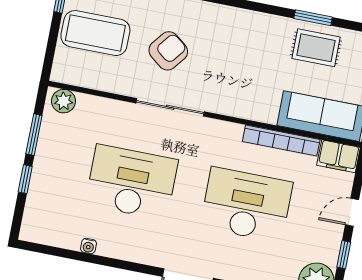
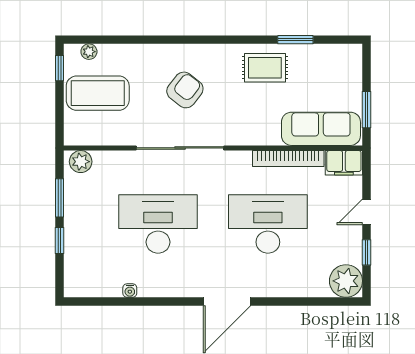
rug: (316, 48) -> (265, 68), moved
armchair: (168, 51) -> (185, 90), moved
sliding door: (170, 107) -> (180, 148), width x1.36

